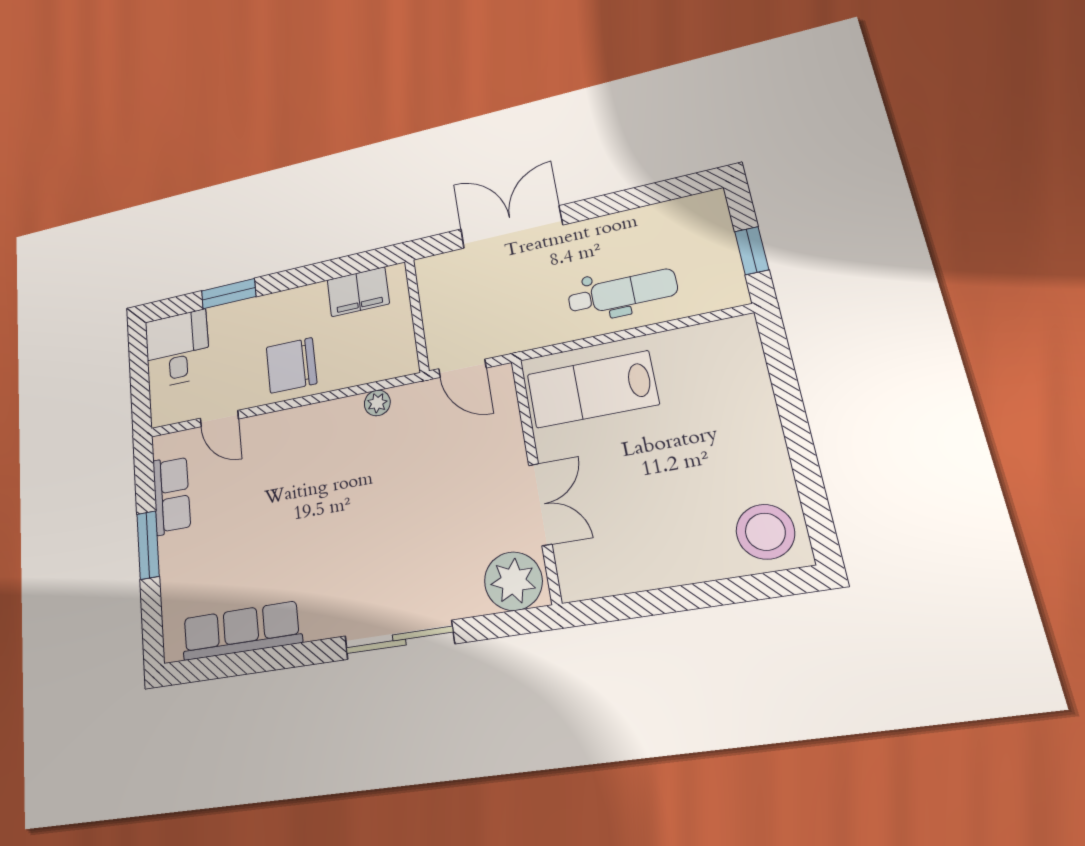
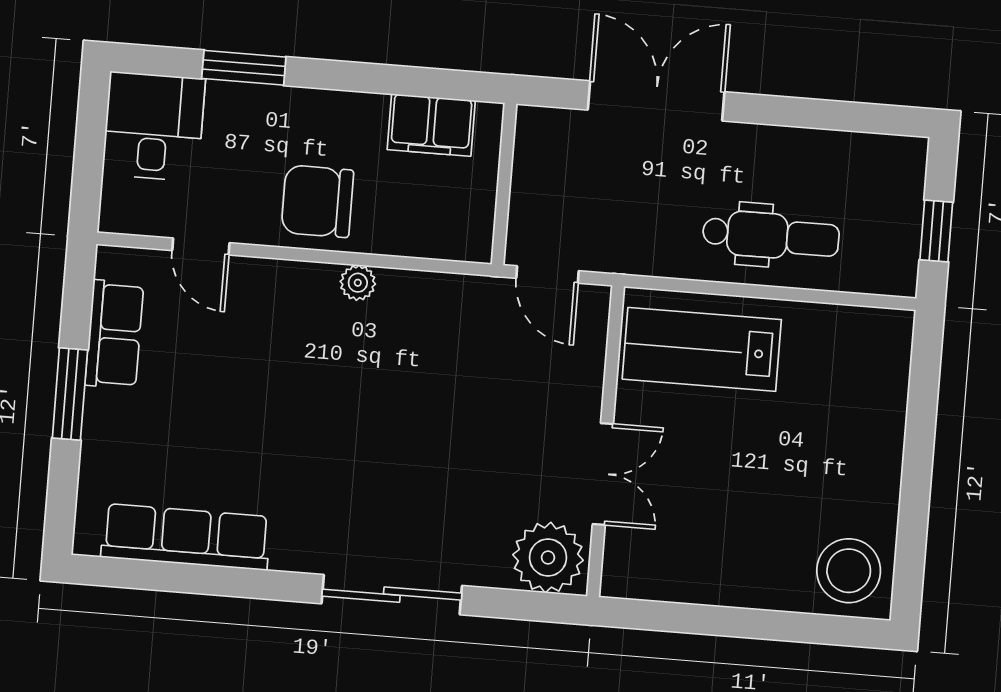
plant: (377, 403) -> (358, 283), moved

